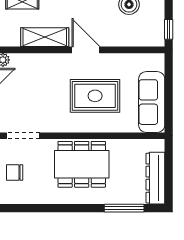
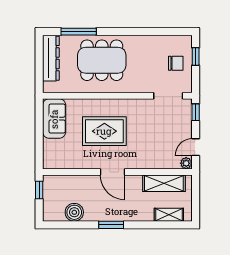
shelving: (45, 37) -> (164, 183), moved
sofa: (152, 102) -> (54, 119), width x0.73
dining table: (82, 164) -> (102, 60), moved

